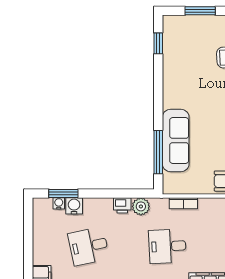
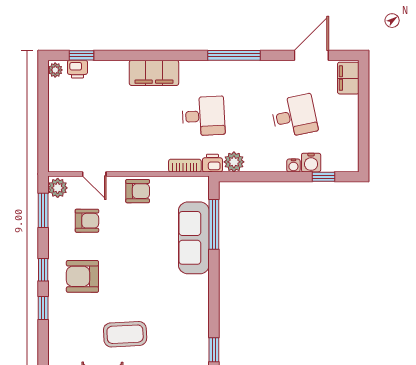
window: (63, 194) -> (323, 177), width x0.67
water cooler: (59, 203) -> (293, 165), moved
printer: (122, 205) -> (212, 163), moved

